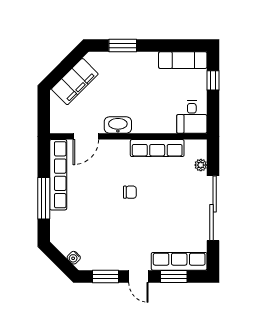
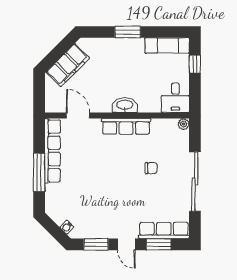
window: (123, 46) -> (128, 32), moved
washbasin: (118, 125) -> (125, 105), moved
door: (86, 136) -> (78, 116), swing flipped
row of seats: (157, 148) -> (126, 126), moved
plant: (201, 165) -> (184, 124), moved
chair: (130, 192) -> (151, 168), moved

